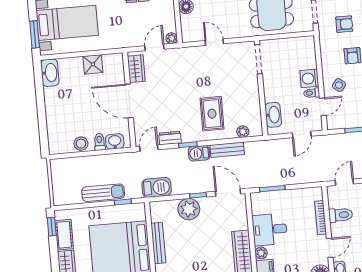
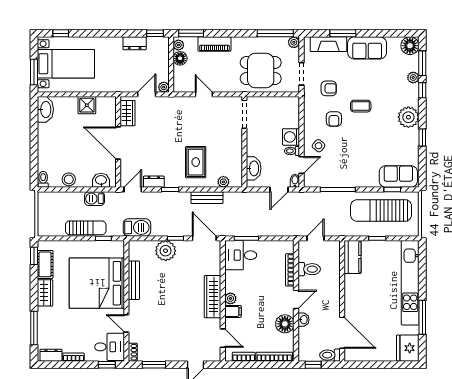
bidet: (317, 124) -> (295, 181), added
toilet: (100, 142) -> (43, 179), moved
barbecue: (199, 153) -> (94, 199), moved
desk: (270, 229) -> (241, 255), moved

